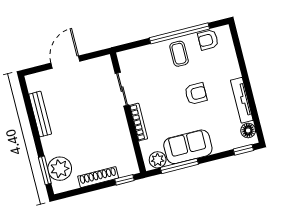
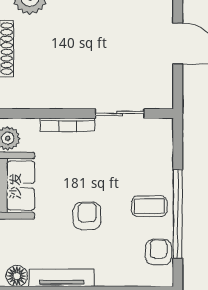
armchair: (196, 94) -> (87, 216), turned 180

